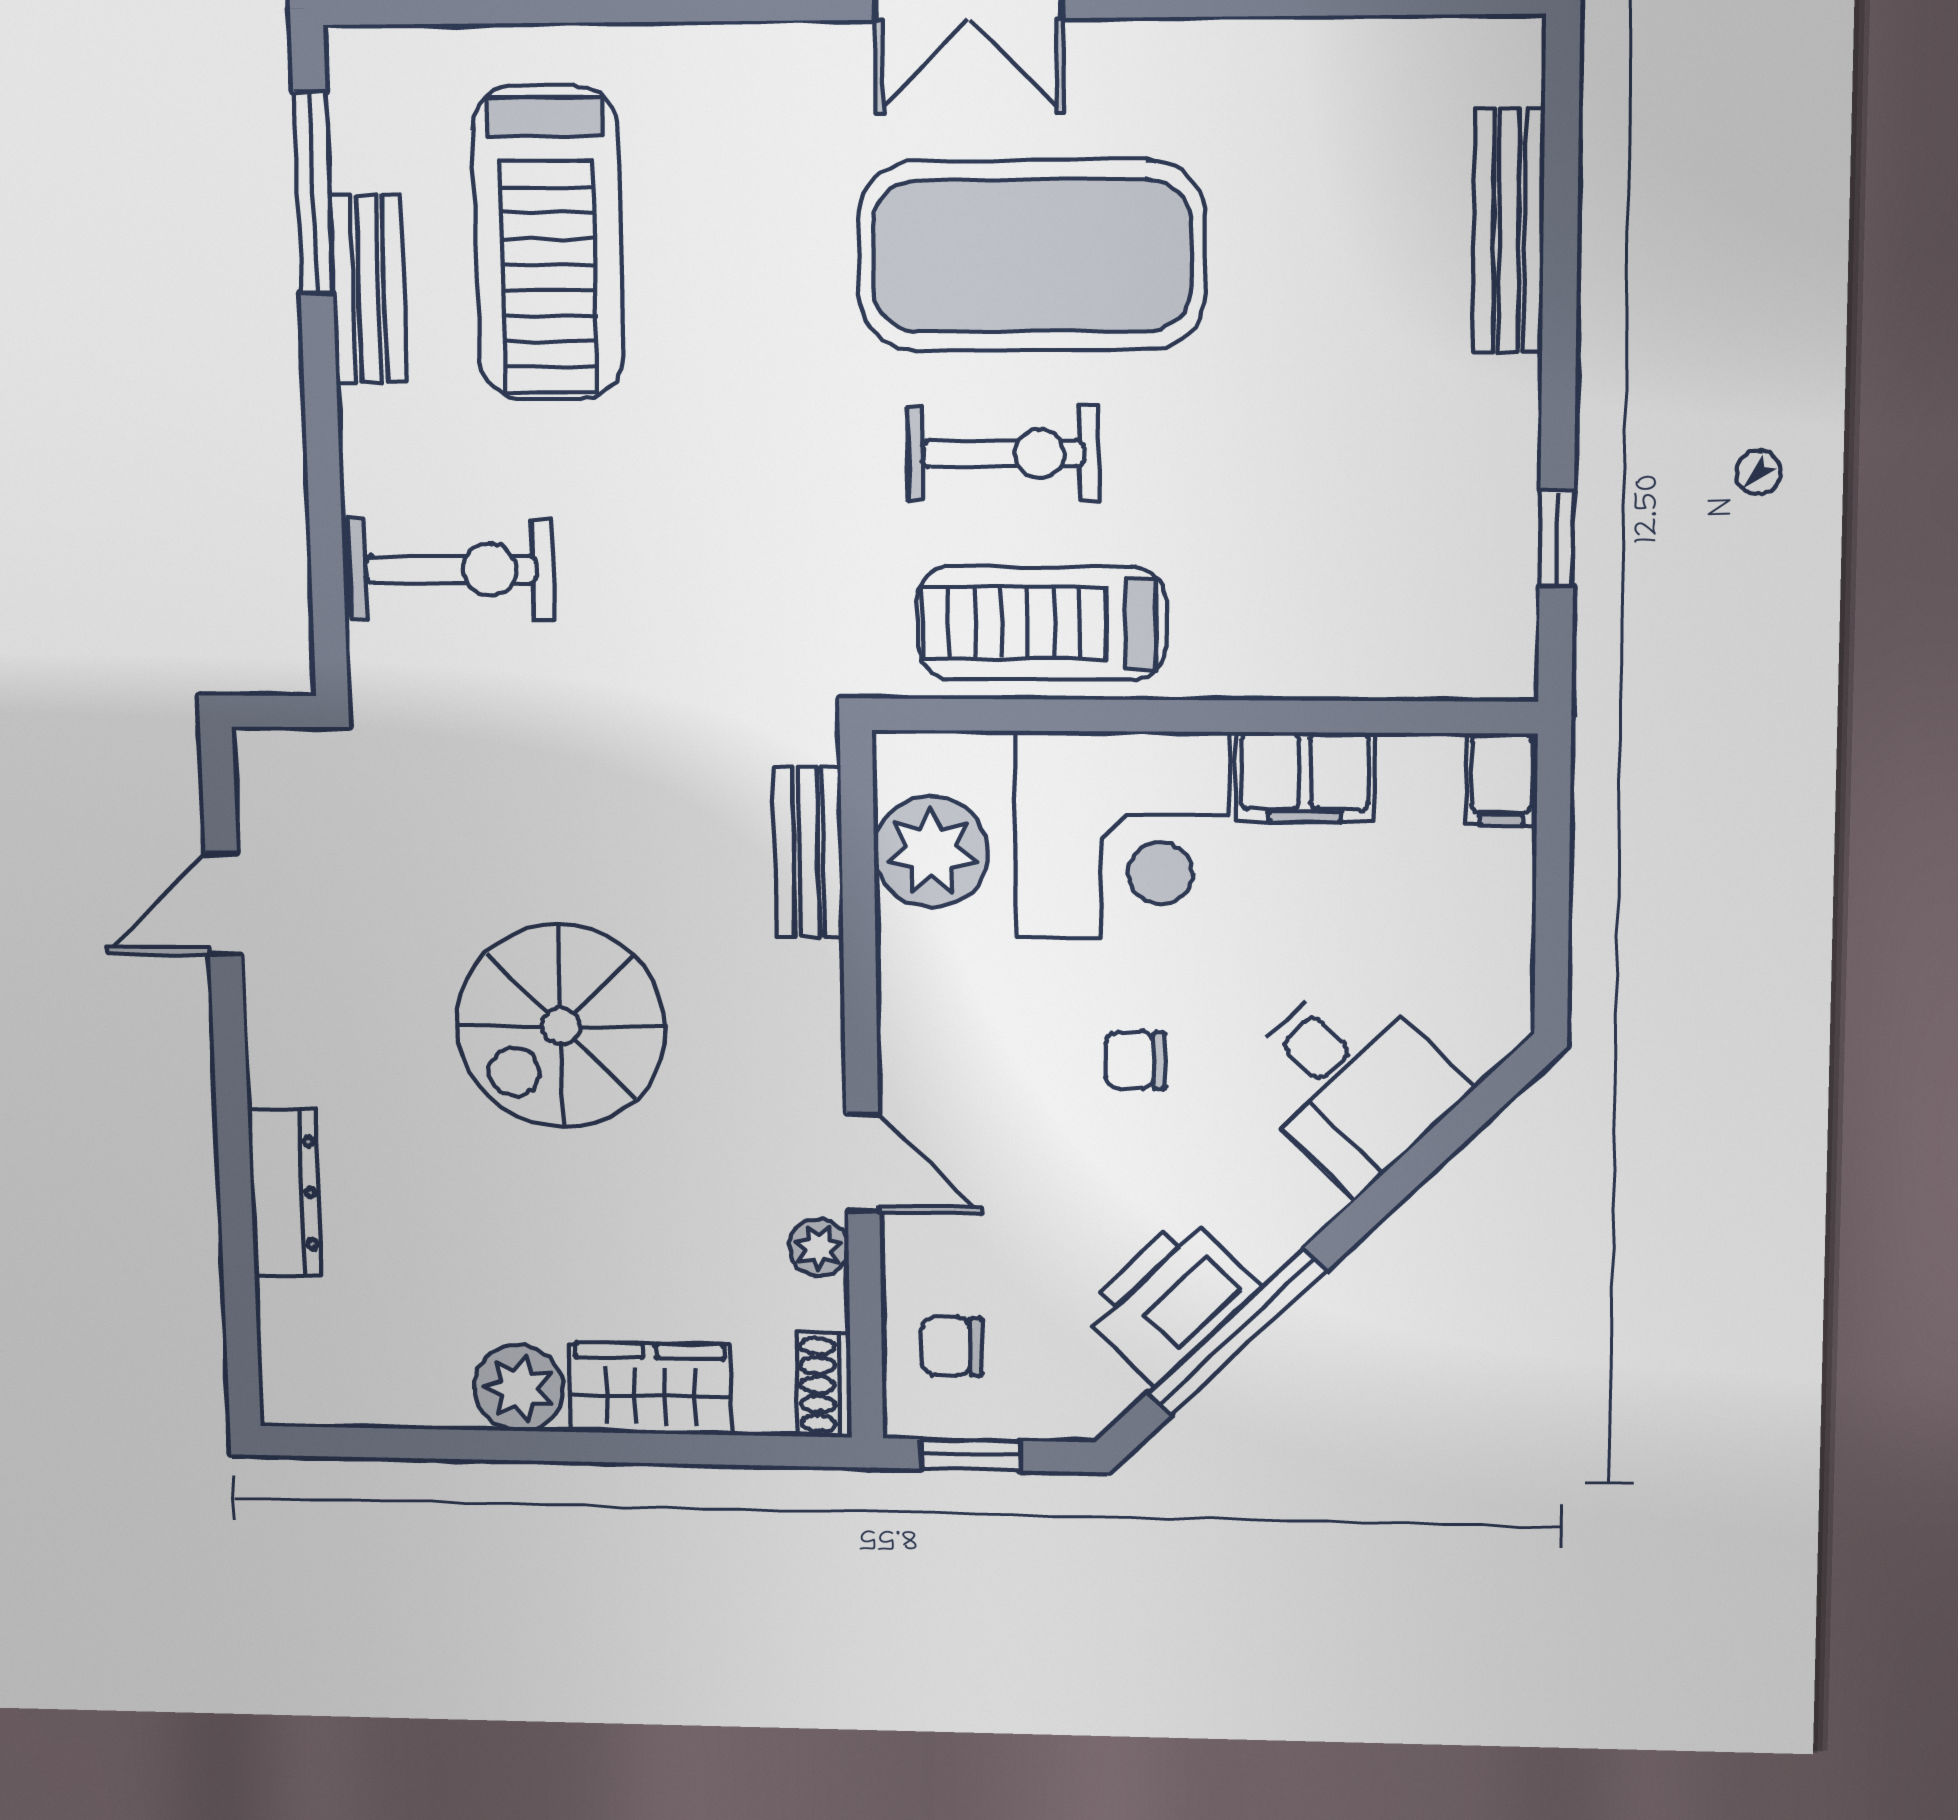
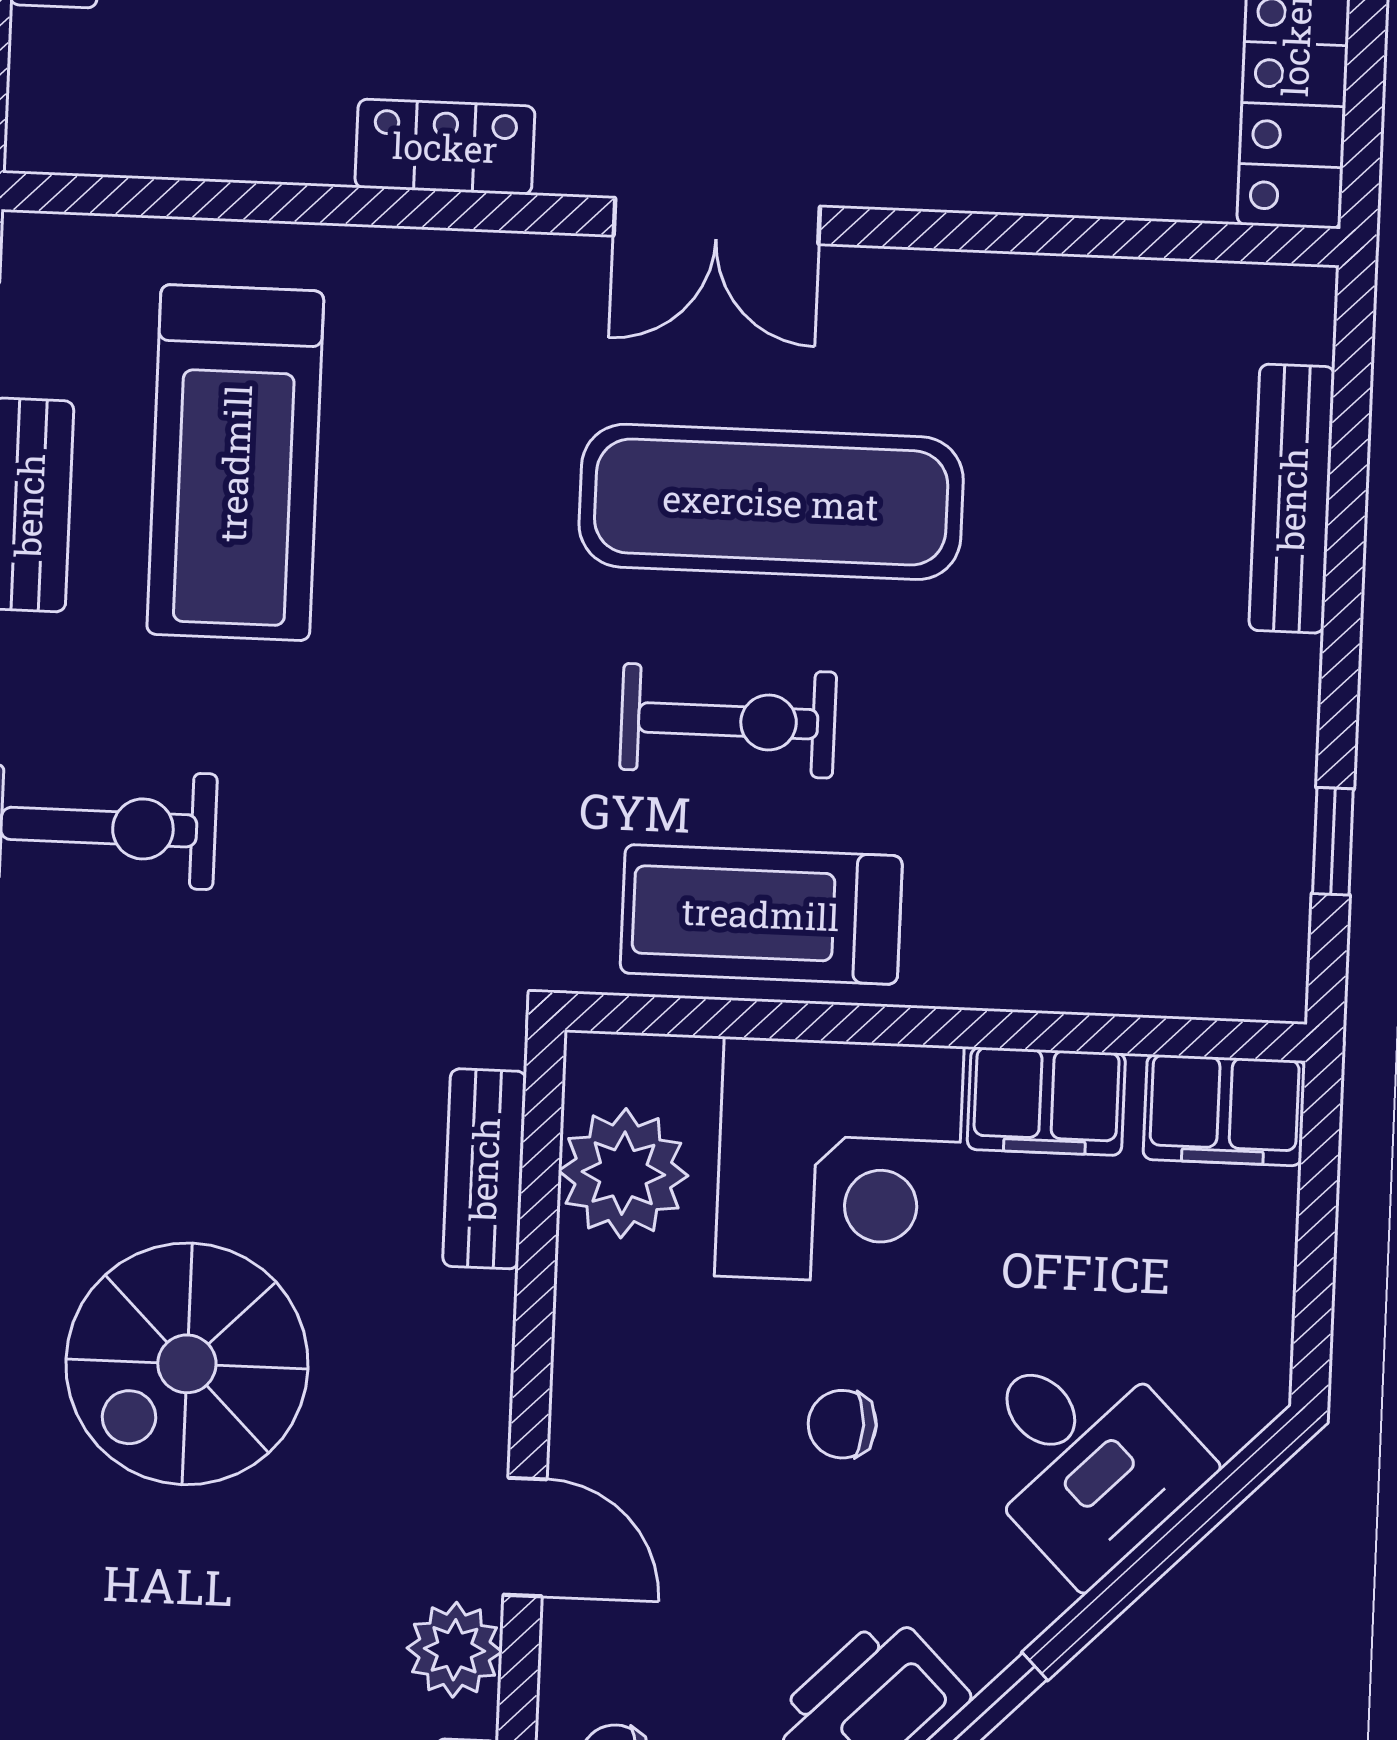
exercise mat: (1032, 256) -> (771, 502), width x0.68
filing cabinet: (1501, 780) -> (1224, 1110), width x2.00
plant: (819, 1248) -> (455, 1650), width x1.38, depth x1.38

